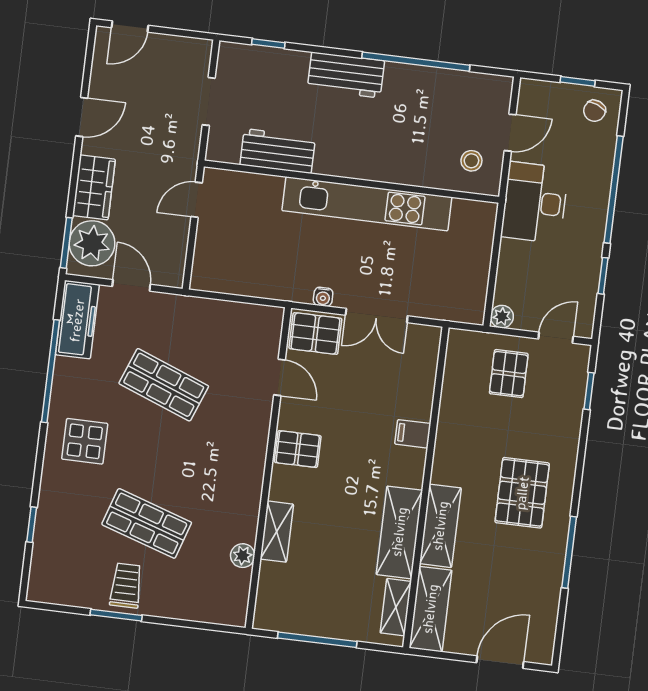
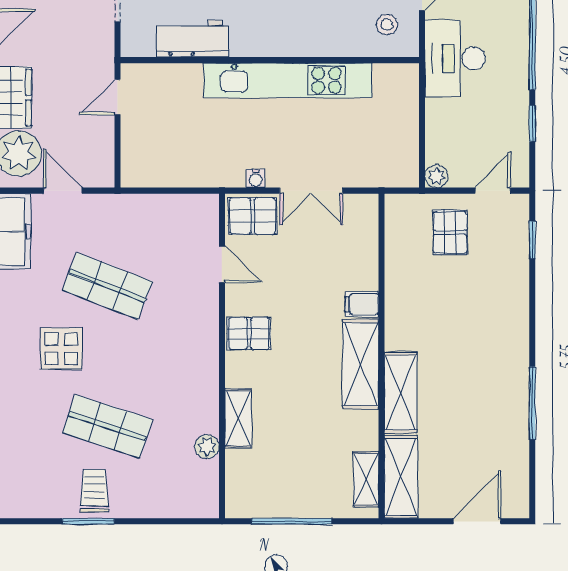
display table: (85, 441) -> (61, 349), moved
pallet: (522, 493) -> (478, 350), removed
shelving: (399, 532) -> (361, 364), moved

